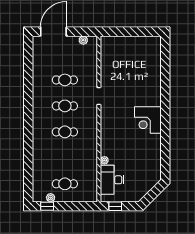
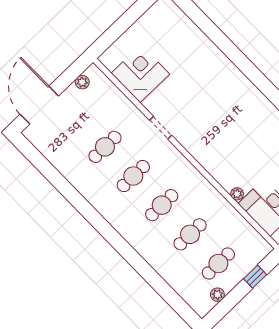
corner desk: (148, 120) -> (140, 74), moved, turned 180
cafe table: (65, 158) -> (190, 234), added
window: (47, 206) -> (255, 277), moved

